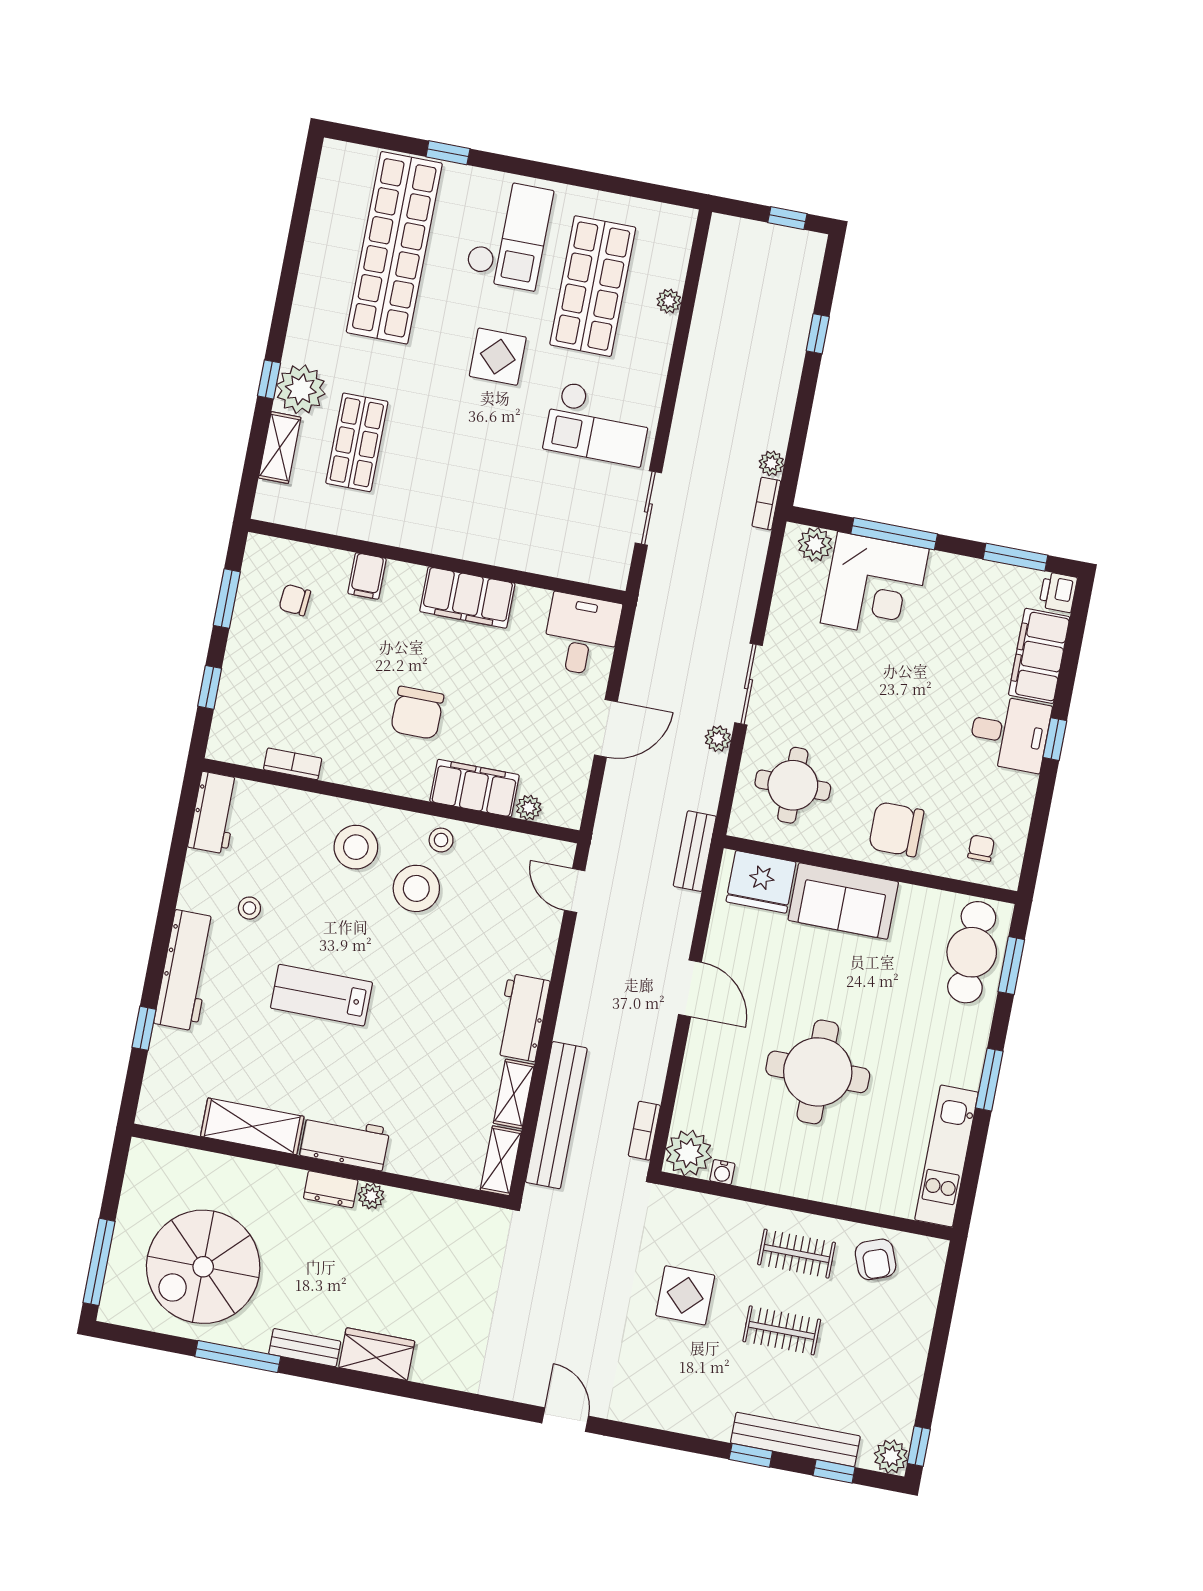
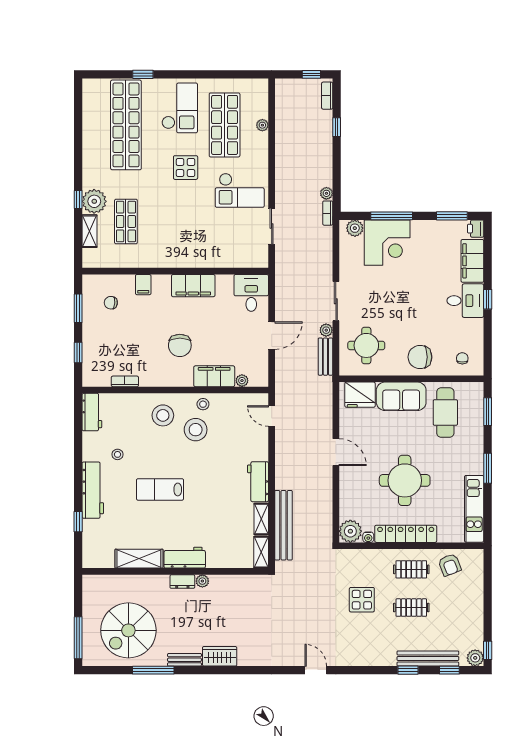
bench: (695, 851) -> (325, 357), moved
cafe table: (972, 952) -> (445, 413), moved
bookcase: (644, 1131) -> (327, 96), moved
locker: (799, 1180) -> (406, 534), added

